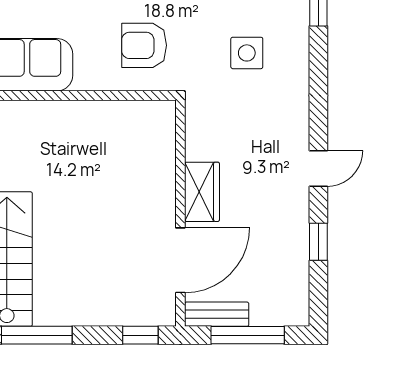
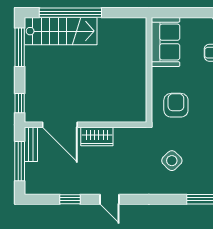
side table: (247, 53) -> (172, 161), turned 45

